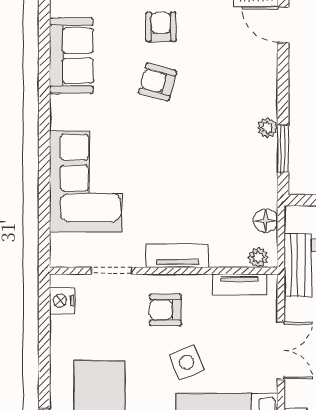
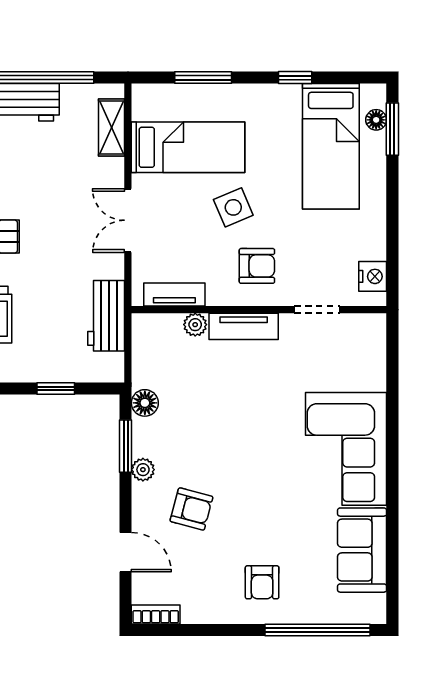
door: (283, 25) -> (126, 552), moved
armchair: (158, 82) -> (191, 509), moved
corner sofa: (86, 181) -> (346, 449), moved
floor lamp: (266, 221) -> (145, 403), moved
plant: (258, 257) -> (195, 325), moved

